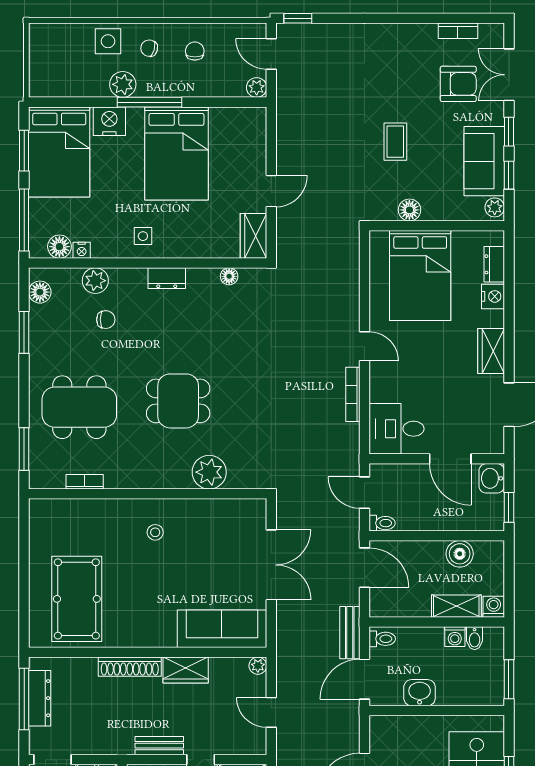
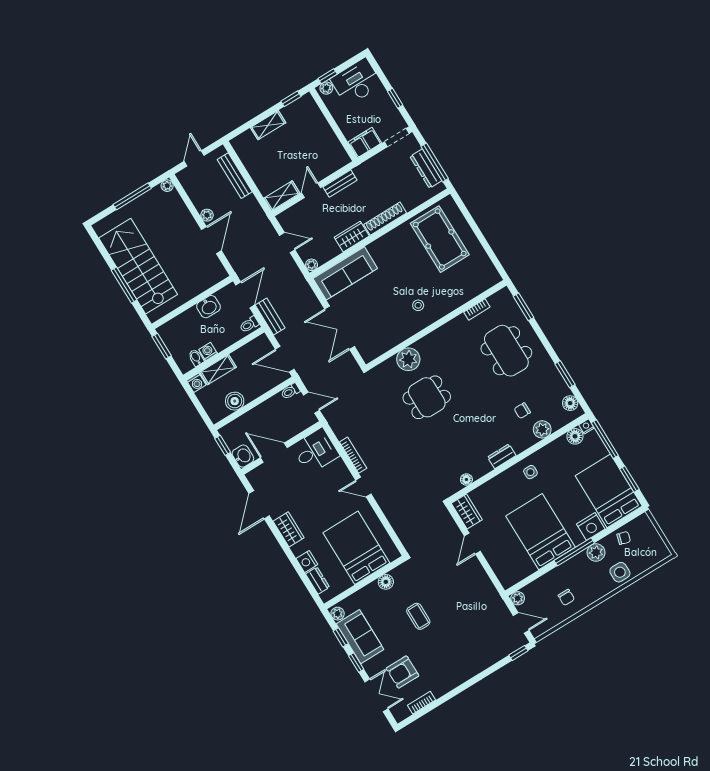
chair: (149, 48) -> (624, 538), moved
nightstand: (82, 250) -> (586, 426), moved
dining table: (178, 401) -> (427, 397), moved
dining table: (79, 407) -> (506, 351), turned 90

